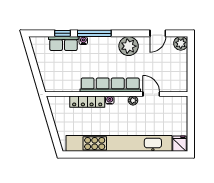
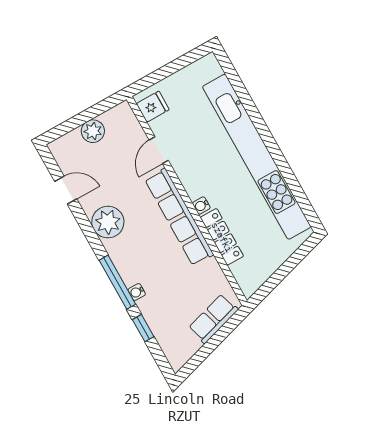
plant: (181, 43) -> (93, 131), moved
row of seats: (63, 44) -> (213, 319), moved, turned -106
plant: (133, 100) -> (183, 171), removed
fridge: (179, 144) -> (153, 107), moved, turned 180

